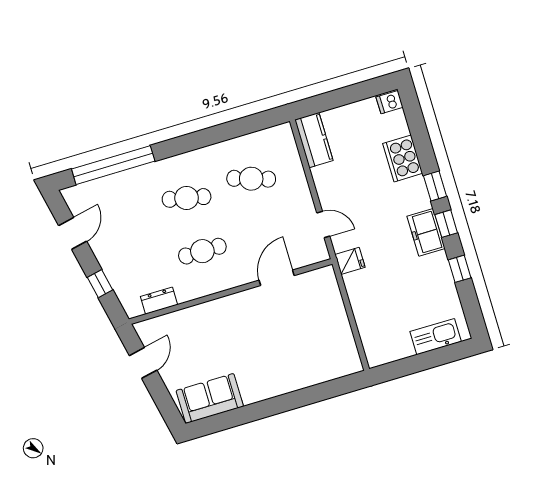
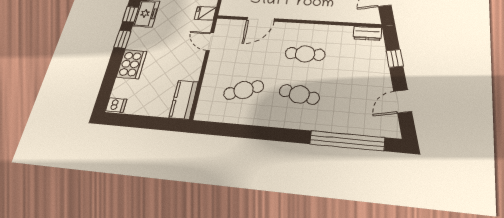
cafe table: (251, 179) -> (244, 90), turned -39
dresser: (159, 301) -> (367, 33), moved

